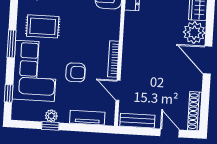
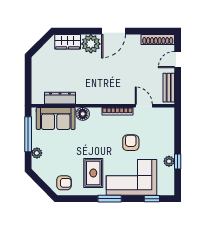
floor lamp: (113, 18) -> (83, 114), added
door: (118, 90) -> (144, 106), swing flipped
tv unit: (87, 118) -> (169, 130), removed

